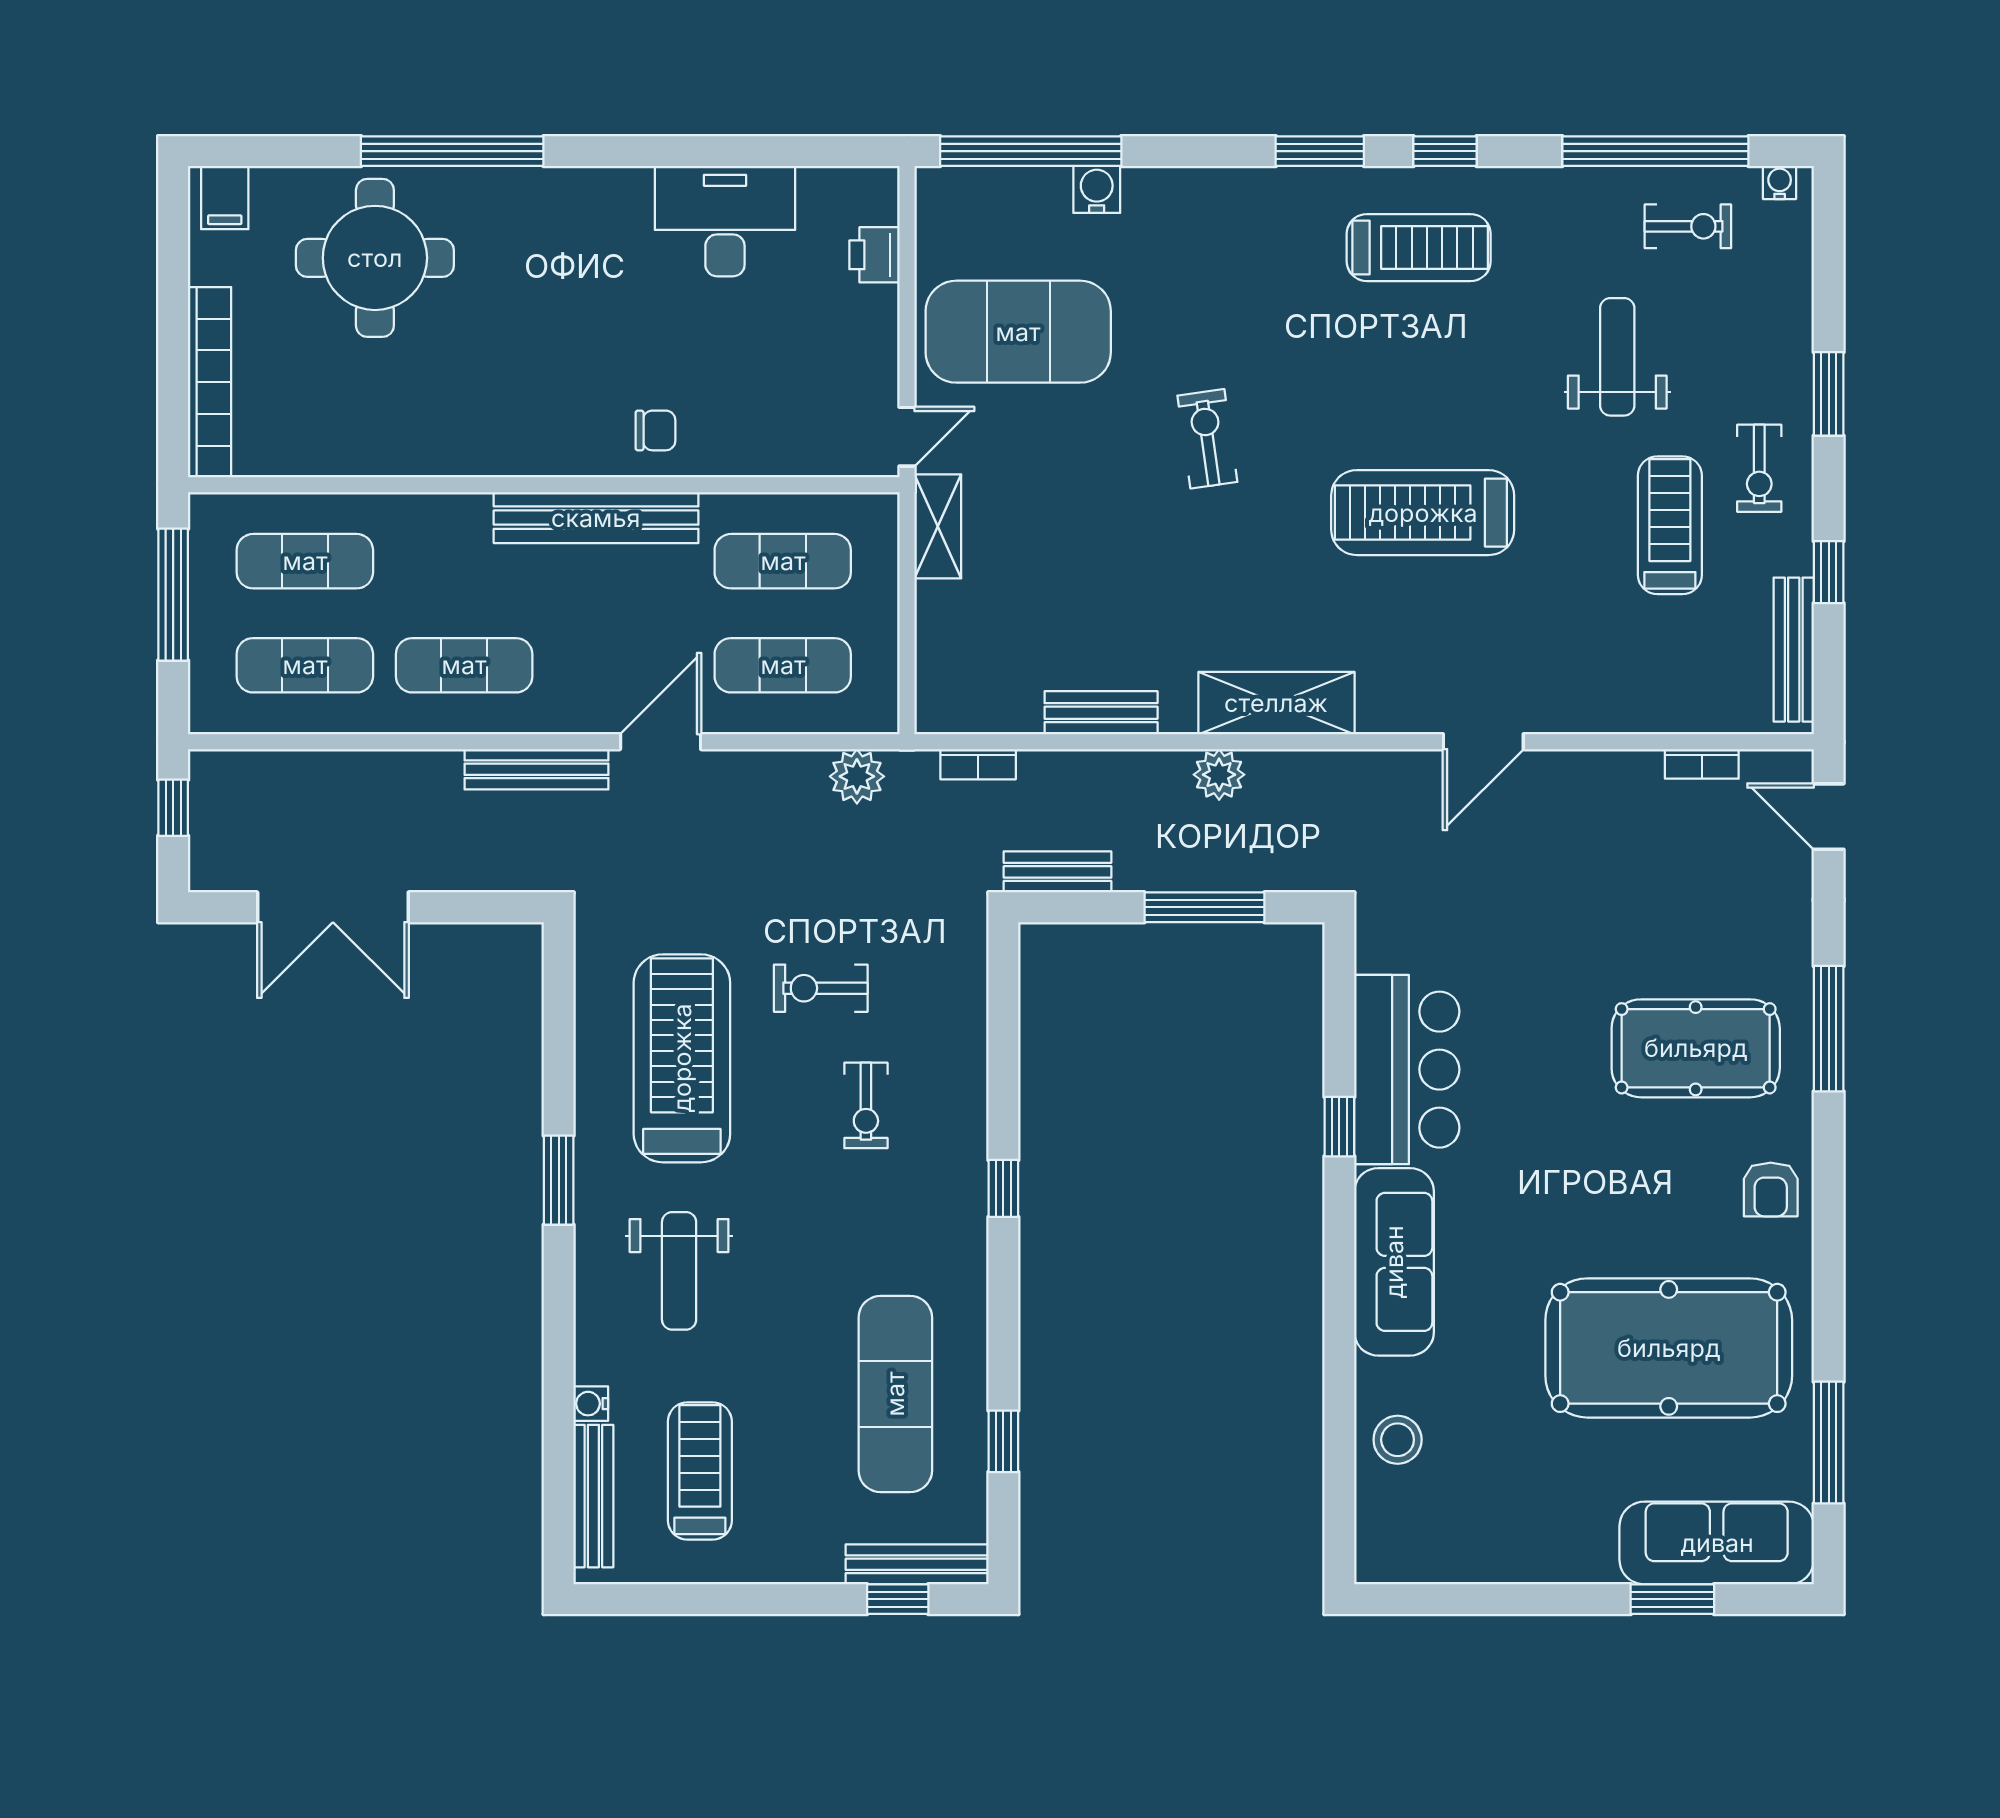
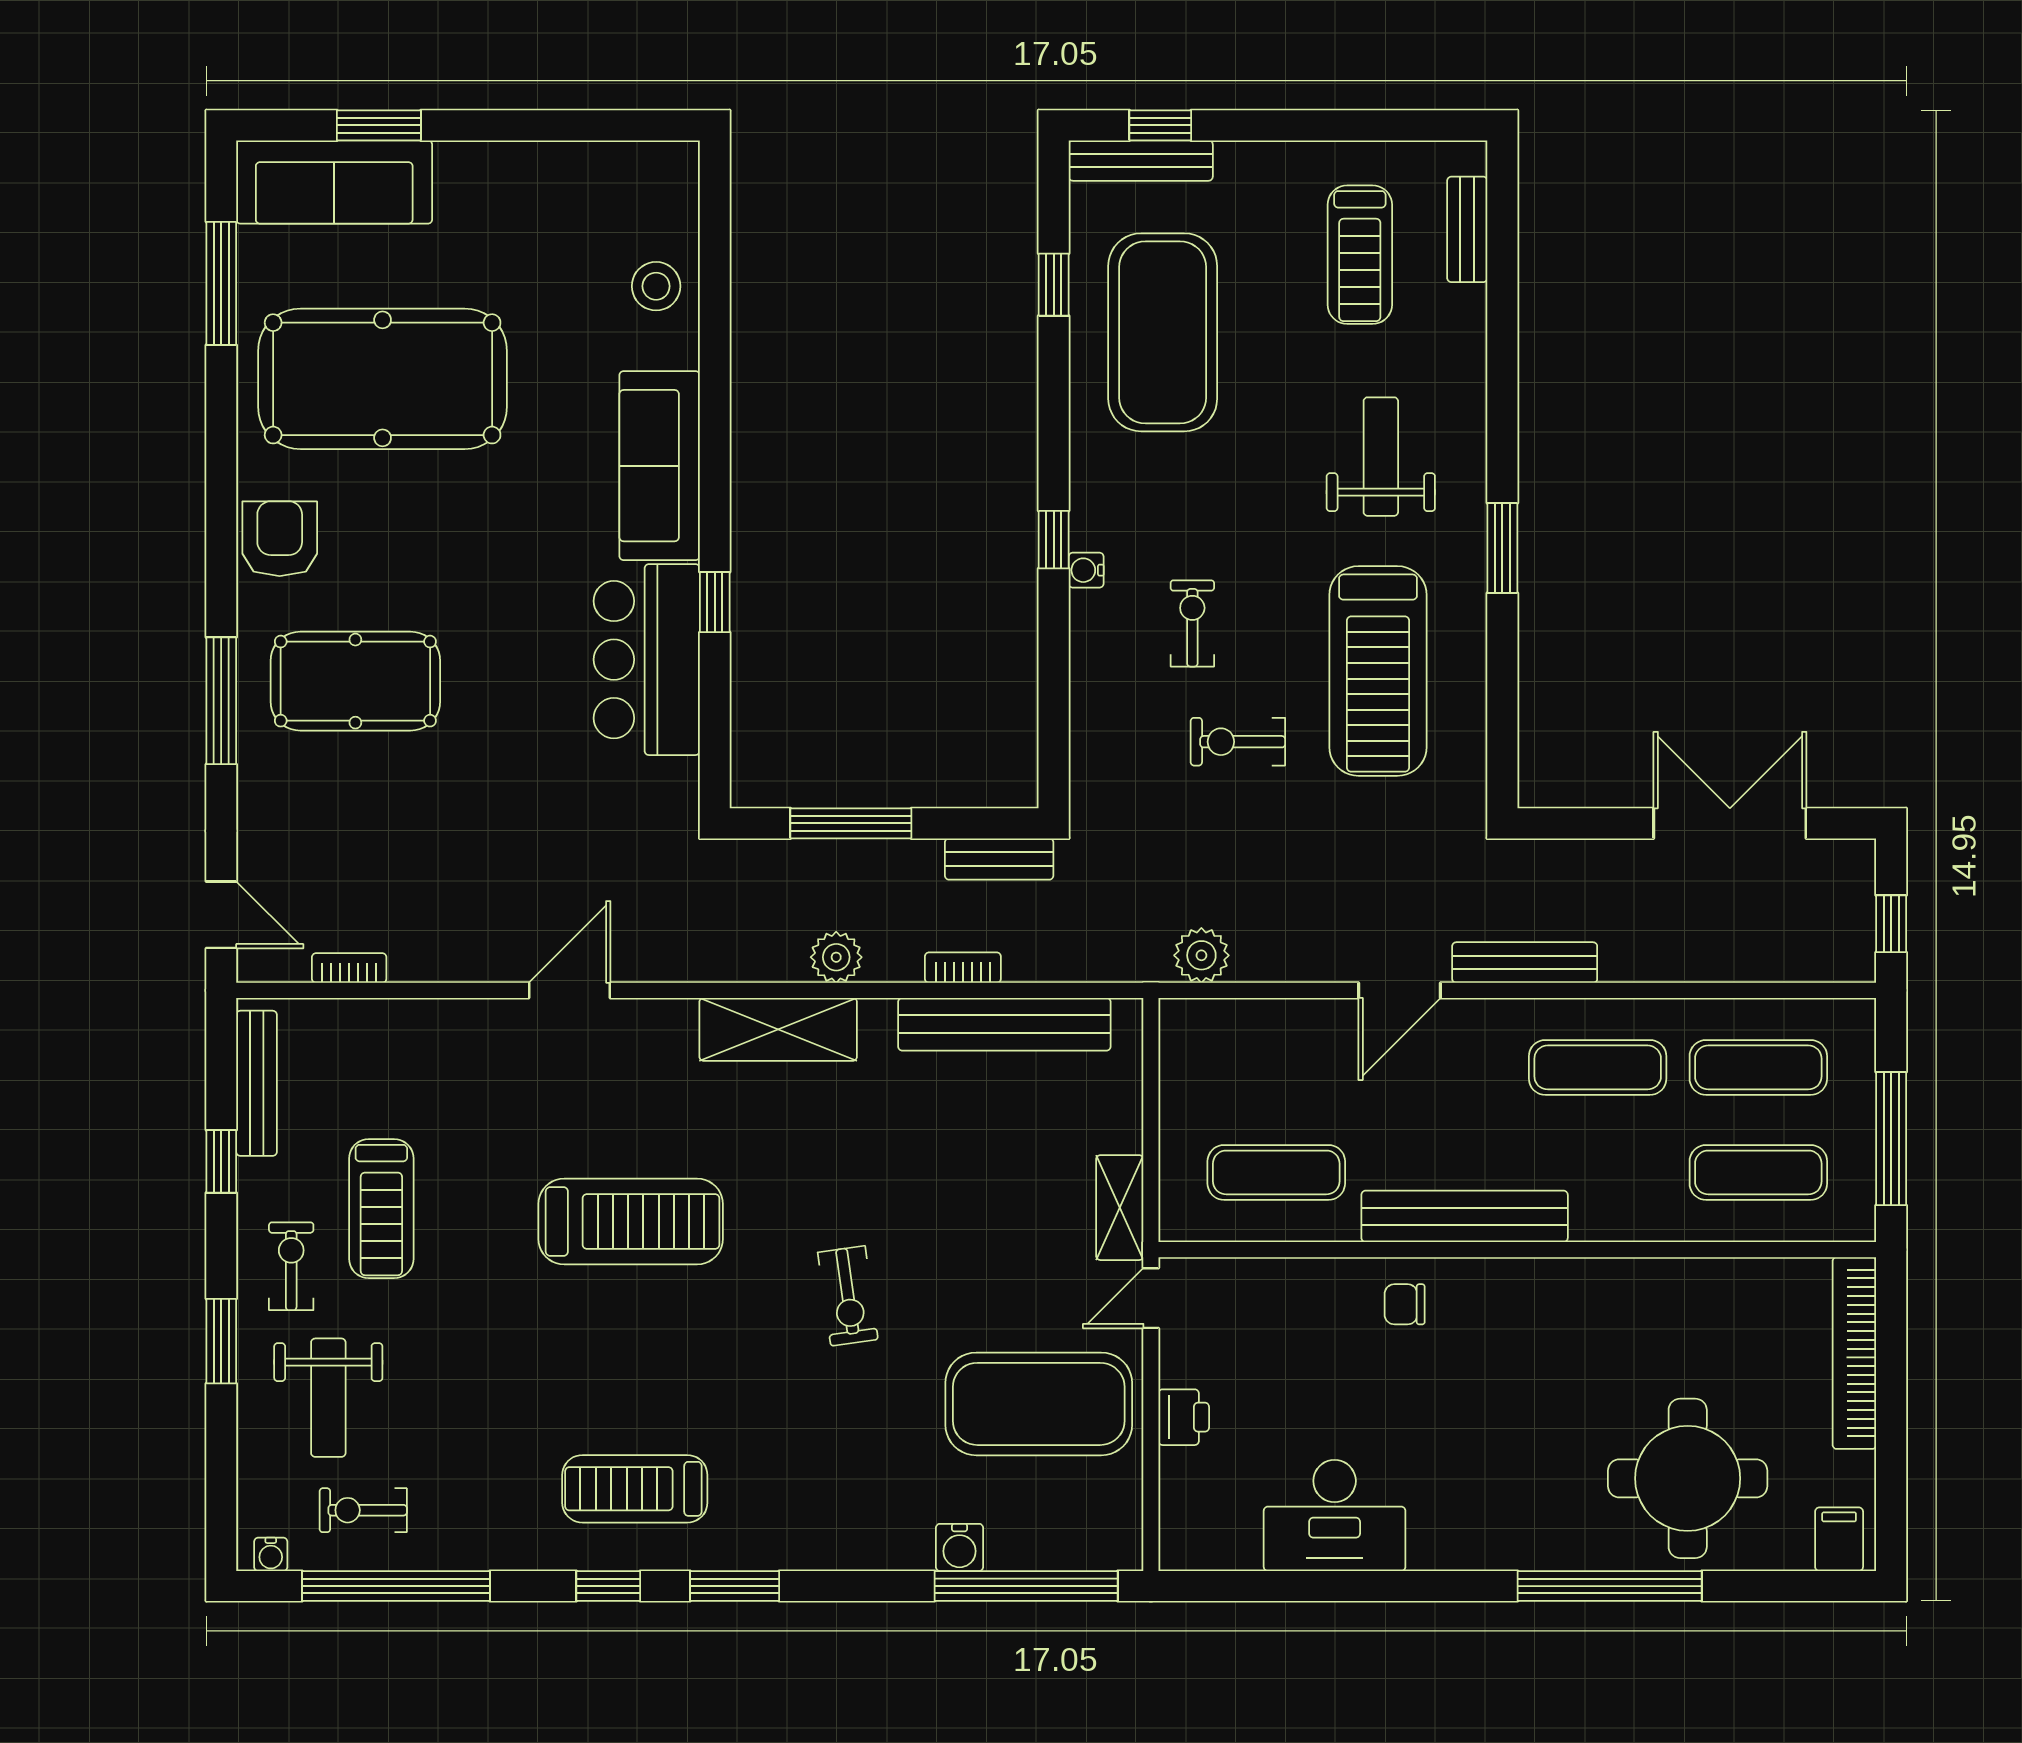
printer: (874, 255) -> (1184, 1417), moved
weight bench: (1617, 357) -> (328, 1398), moved
exercise mat: (783, 665) -> (1276, 1067), removed
bench: (1101, 713) -> (1004, 1024), width x1.86, depth x1.21
bookcase: (978, 764) -> (963, 968), moved
exercise bike: (821, 988) -> (1238, 742), turned 180
armchair: (1771, 1189) -> (280, 539), width x1.38, depth x1.38
exercise mat: (895, 1394) -> (1163, 332), width x1.47
water cooler: (591, 1404) -> (1086, 570), moved, turned 180
bench: (593, 1496) -> (1467, 229), width x0.73

